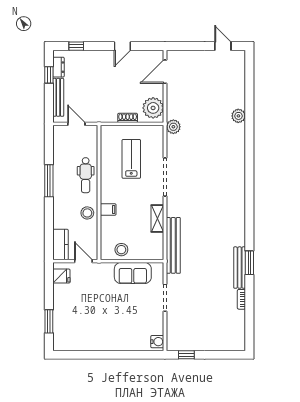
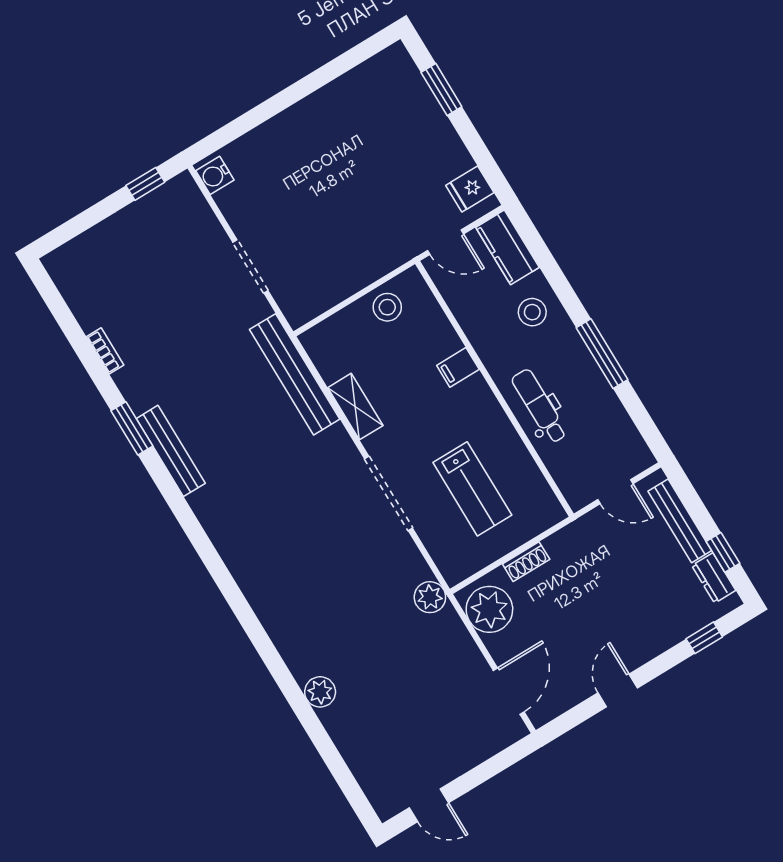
stool: (87, 213) -> (532, 312), moved
bench: (240, 268) -> (171, 451), moved
sofa: (133, 273) -> (339, 276), removed

